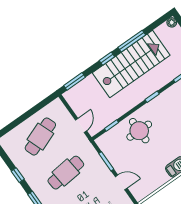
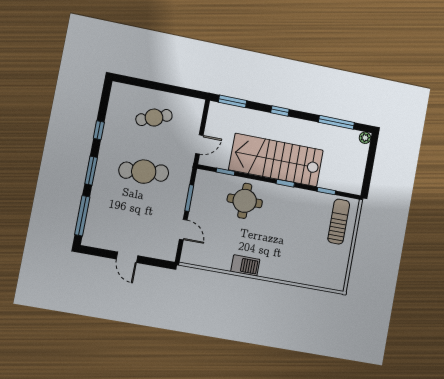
window: (132, 41) -> (336, 122), moved
stairs: (131, 64) -> (276, 160), moved, turned 180
cafe table: (40, 137) -> (154, 118), width x0.73, depth x0.74

